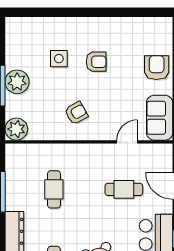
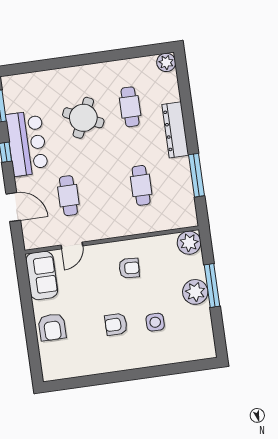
armchair: (76, 113) -> (129, 268), turned -148
cafe table: (124, 189) -> (68, 196), turned 90

